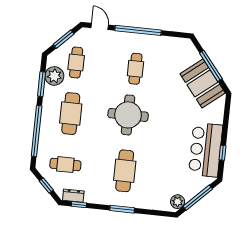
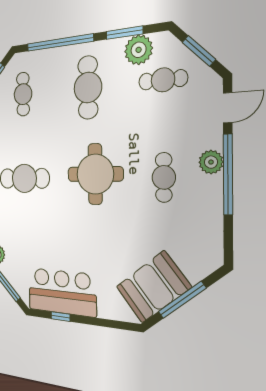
plant: (130, 39) -> (211, 162), added
cafe table: (135, 69) -> (164, 177), turned 90
cafe table: (71, 114) -> (88, 88), turned 90

